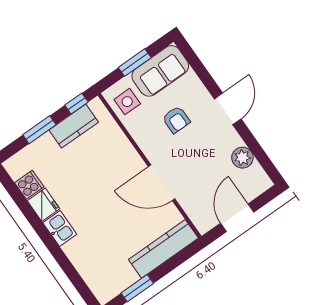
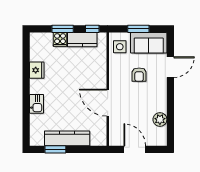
door: (228, 109) -> (170, 67), moved
cooker: (29, 185) -> (60, 39), moved, turned 90
door: (237, 218) -> (135, 149), hinge flipped
kitchen sink: (60, 229) -> (37, 104), moved
kitchen counter: (163, 249) -> (67, 138), moved

